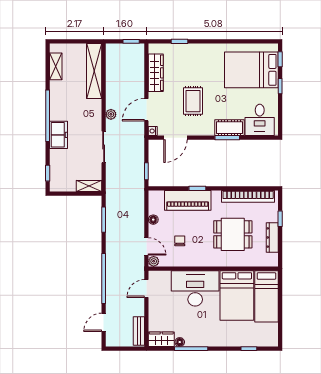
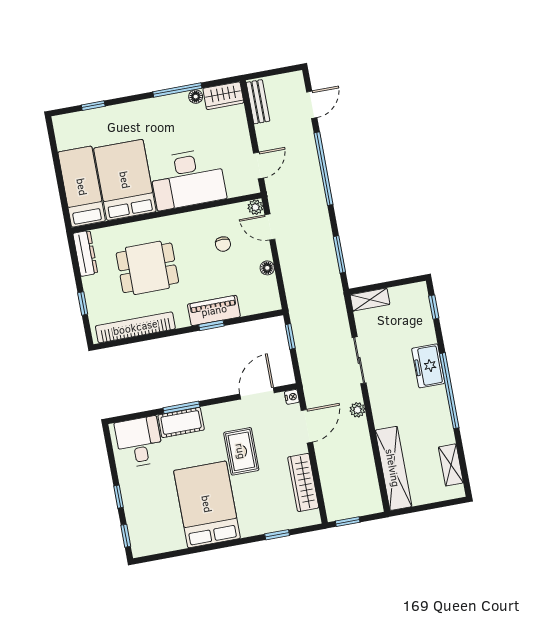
bed: (251, 70) -> (207, 504), moved, turned -90
piano: (188, 200) -> (214, 310), width x0.73, depth x0.75
dresser: (272, 237) -> (85, 253), moved

